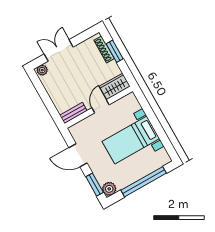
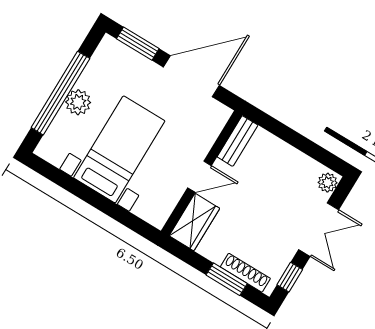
window: (84, 36) -> (290, 277), added
door: (100, 106) -> (199, 177), hinge flipped
door: (78, 155) -> (191, 76), width x1.36
plant: (109, 189) -> (78, 102), moved

